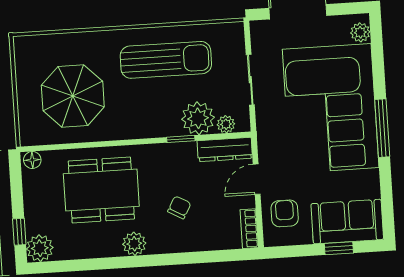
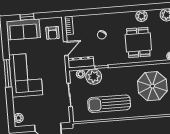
corner sofa: (331, 108) -> (26, 75), width x0.73, depth x0.74
dining table: (101, 190) -> (138, 42), width x0.73
plant: (134, 244) -> (142, 16), moved

